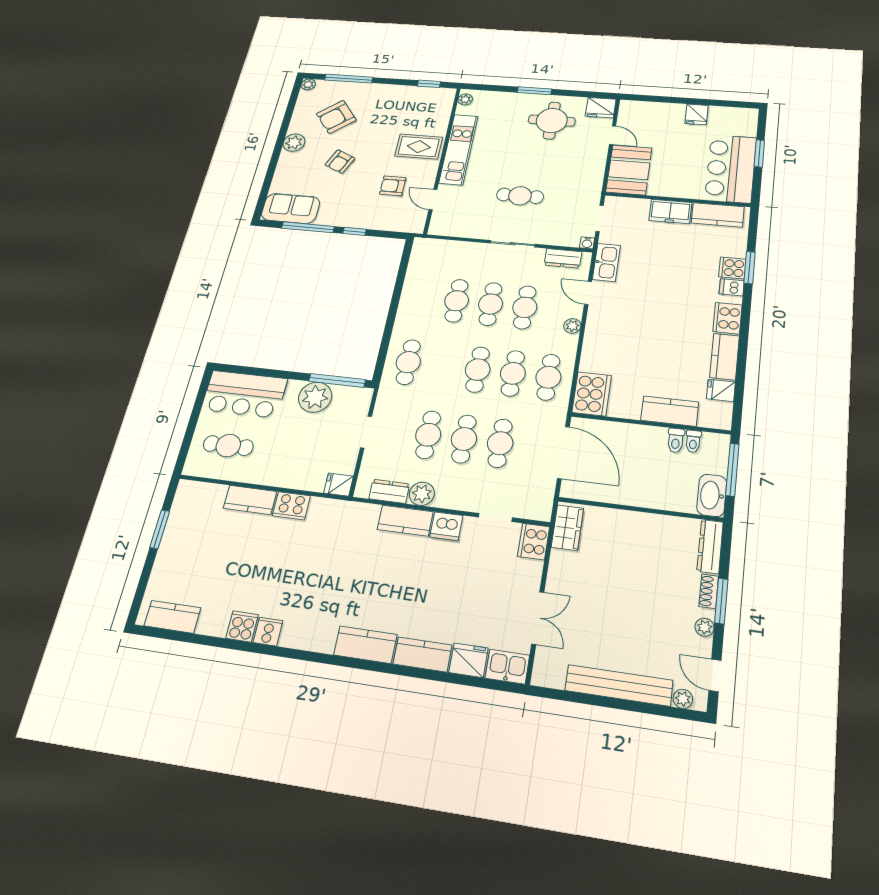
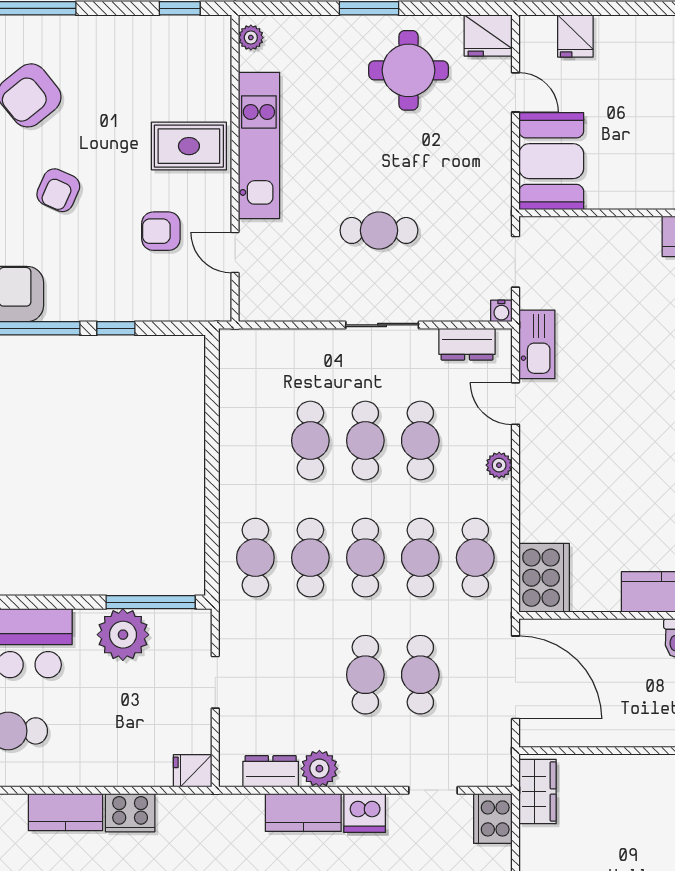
fridge: (697, 114) -> (575, 36), moved
freezer: (670, 211) -> (627, 237), removed
cafe table: (428, 435) -> (310, 558), moved

